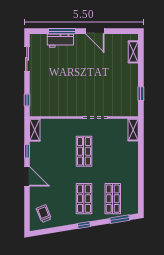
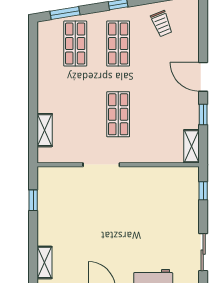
shelving: (133, 130) -> (45, 130), moved
trolley: (44, 214) -> (162, 24), moved

